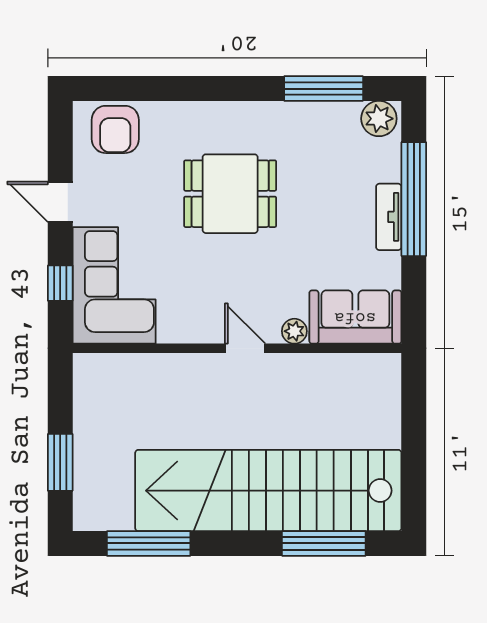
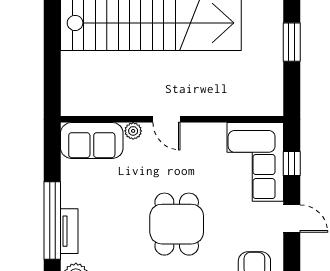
dining table: (230, 194) -> (177, 224), turned 90
tv unit: (389, 217) -> (69, 231), moved

